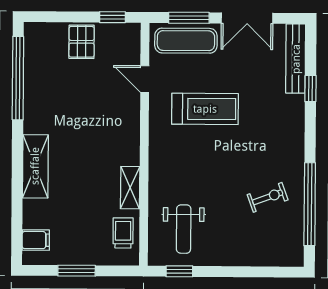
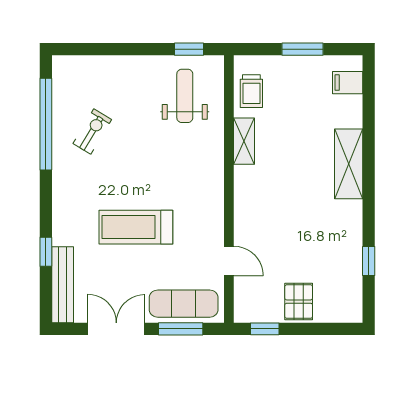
window: (18, 78) -> (369, 261), width x0.32
treadmill: (205, 109) -> (136, 227), moved
exercise bike: (268, 197) -> (92, 132), turned 141

